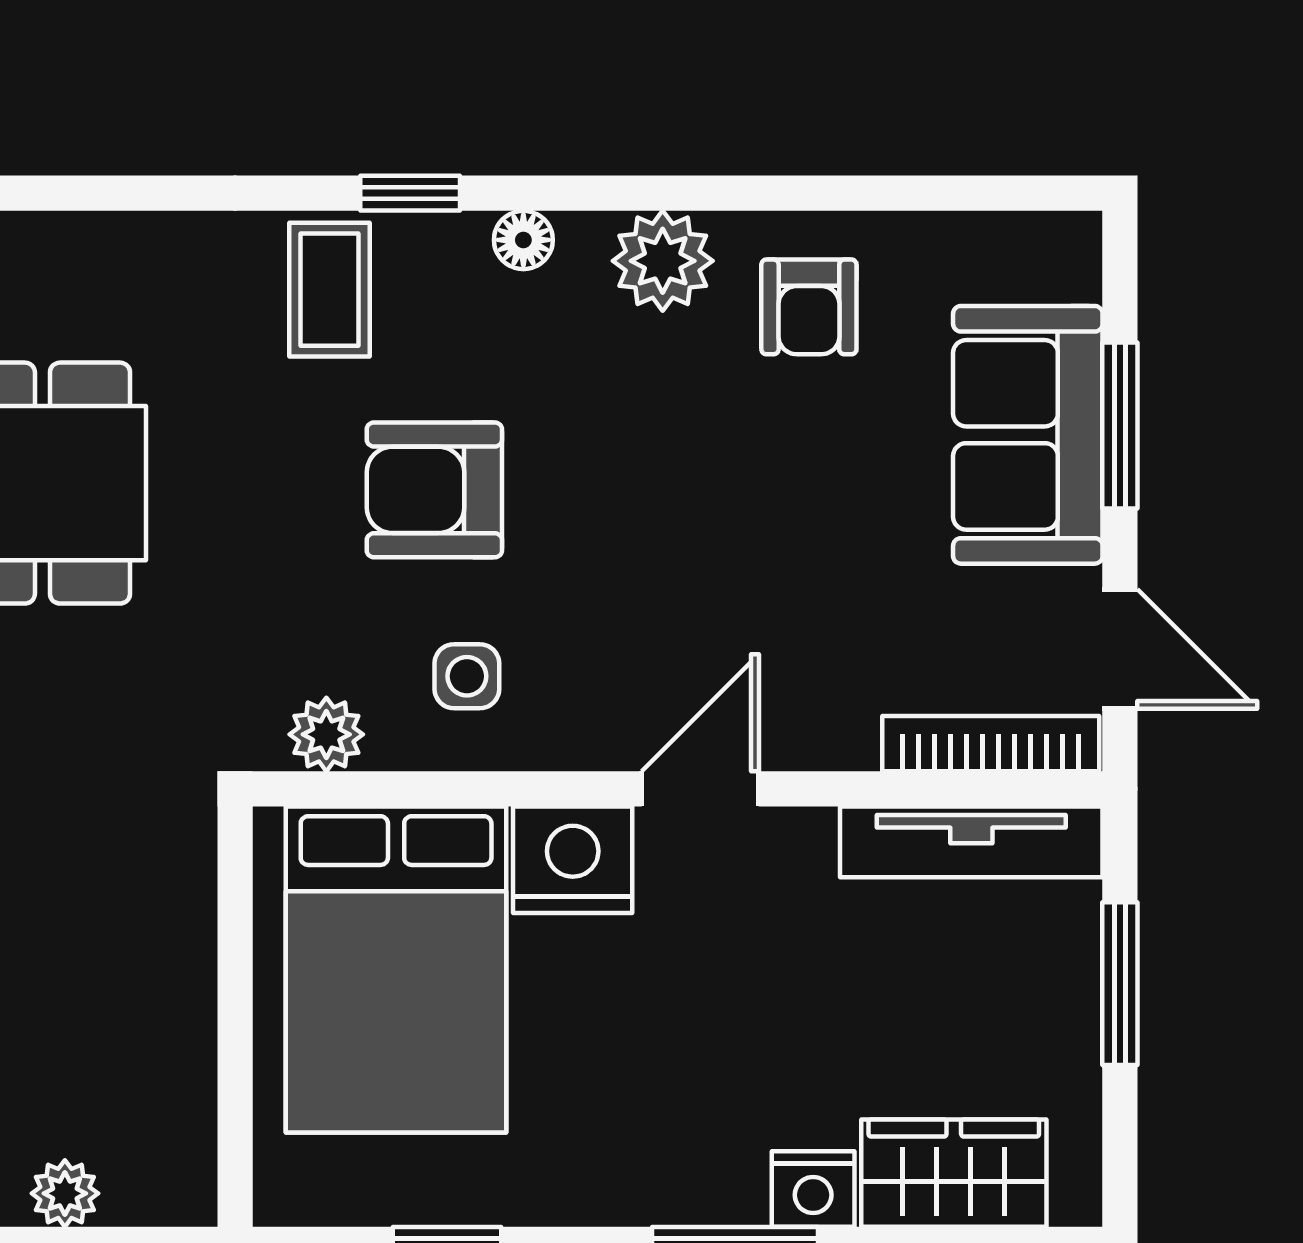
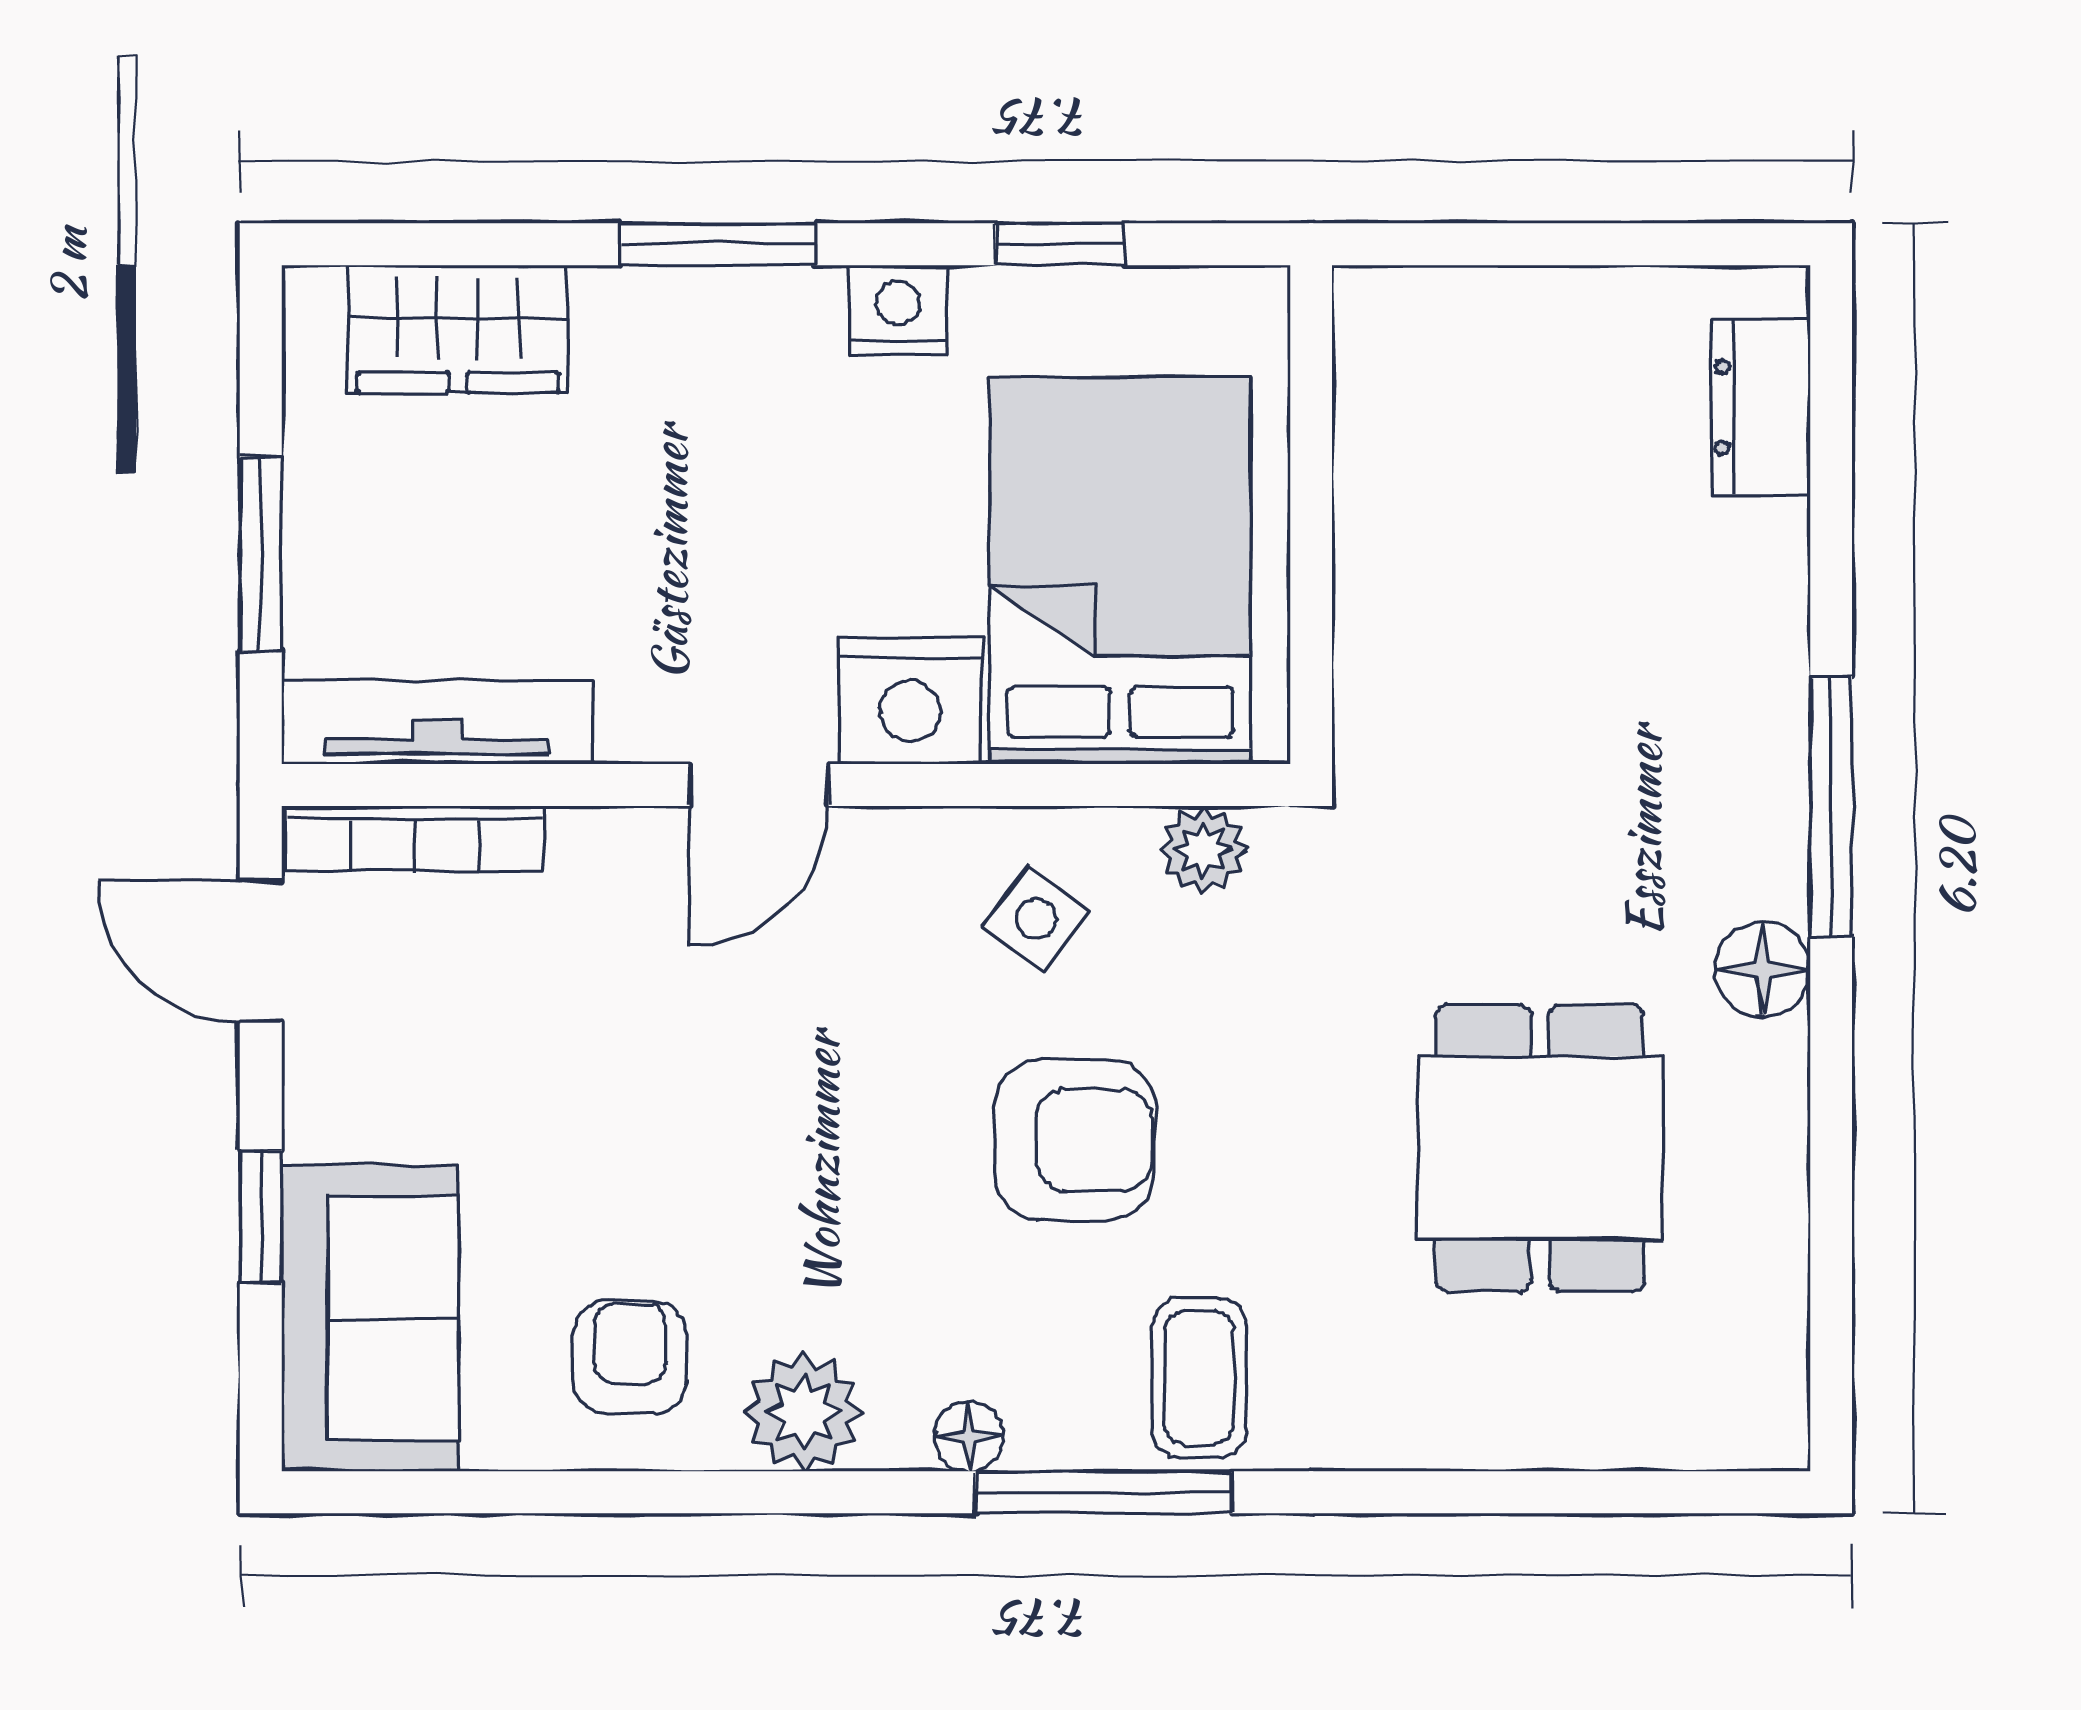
window: (410, 193) -> (1103, 1492), width x2.17
window: (1120, 425) -> (261, 1216), width x0.67
sofa: (1028, 435) -> (370, 1318), moved
side table: (467, 676) -> (1036, 919), turned 37
nightstand: (813, 1189) -> (898, 310), moved
plant: (65, 1193) -> (1513, 305), removed

